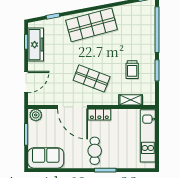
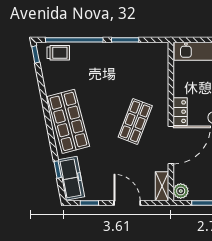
freezer: (36, 45) -> (71, 178), moved, turned 79
trolley: (132, 70) -> (58, 53), moved
door: (26, 82) -> (127, 203), moved
shelving: (131, 100) -> (162, 186), moved

